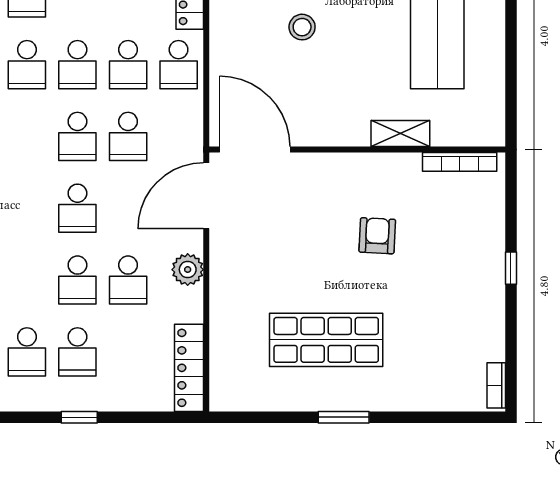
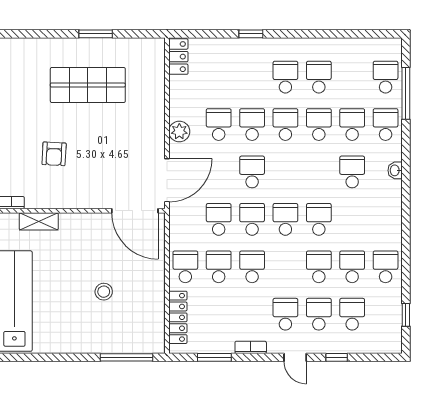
school desk: (27, 65) -> (285, 219), moved
school desk: (77, 352) -> (285, 125), moved
locker: (189, 368) -> (178, 57), width x0.66
window: (344, 417) -> (96, 34), moved

